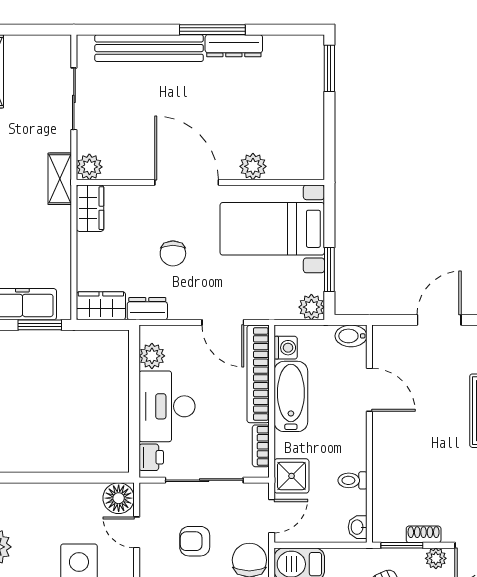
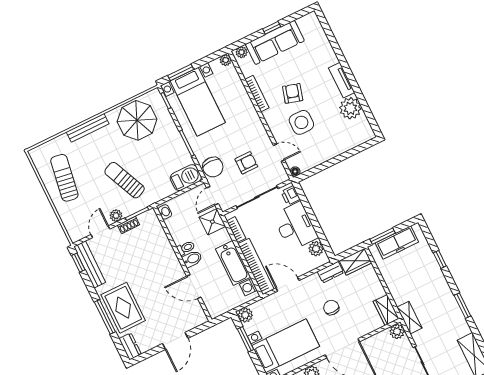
bidet: (351, 336) -> (192, 259), moved
toilet: (352, 480) -> (186, 248), moved
floor lamp: (119, 498) -> (295, 172), width x0.53, depth x0.53

